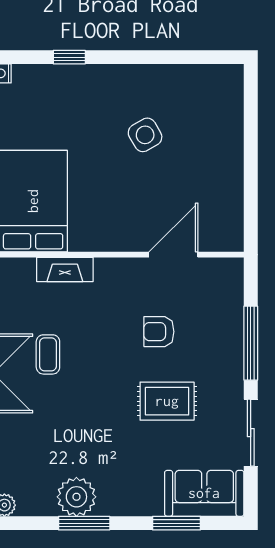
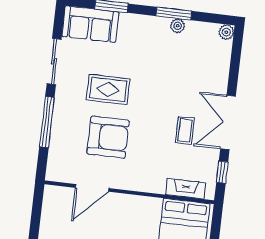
fireplace: (65, 269) -> (186, 189), moved
armchair: (159, 332) -> (108, 137), width x1.88, depth x1.88
plant: (76, 497) -> (178, 26), width x0.53, depth x0.53

